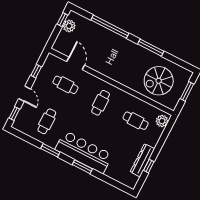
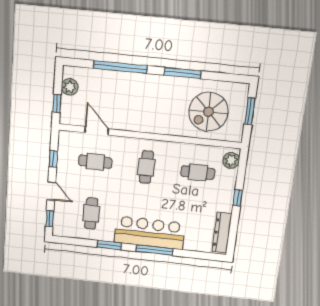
window: (62, 20) -> (57, 103), moved
dresser: (142, 160) -> (222, 233), moved
window: (149, 166) -> (238, 198), moved
window: (82, 167) -> (155, 250), width x1.44

